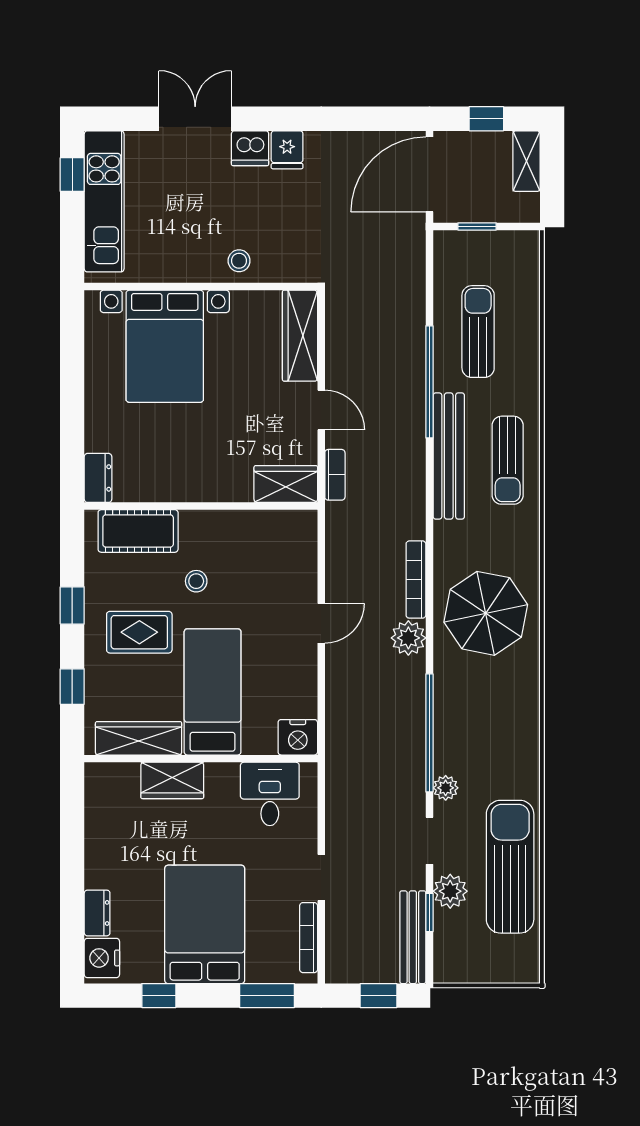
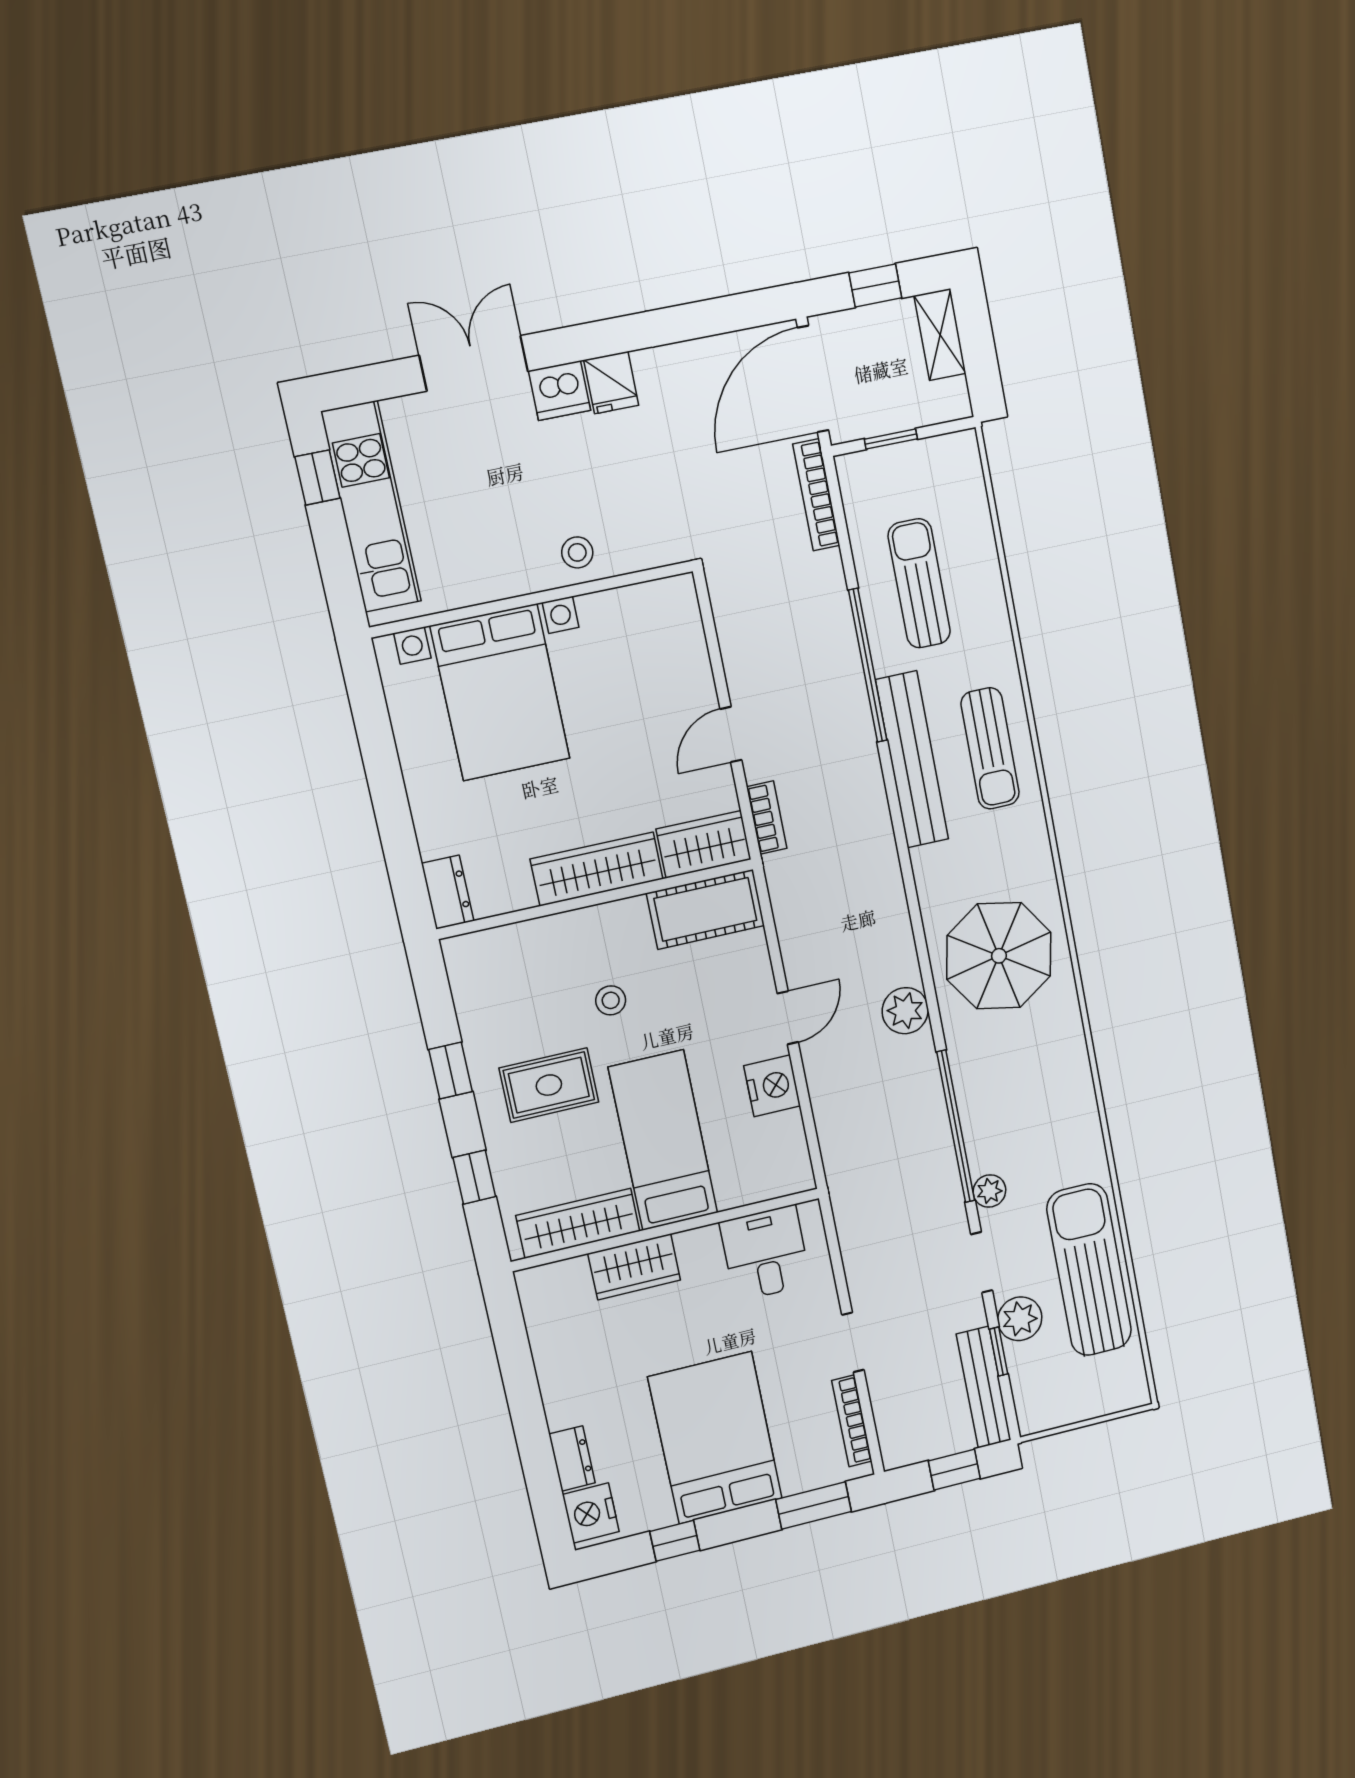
wardrobe: (300, 336) -> (597, 869), moved, turned 90
door: (321, 410) -> (731, 734), swing flipped
cot: (138, 531) -> (705, 909), moved
bookcase: (416, 580) -> (816, 495), moved
nightstand: (298, 737) -> (772, 1086), moved, turned -90

